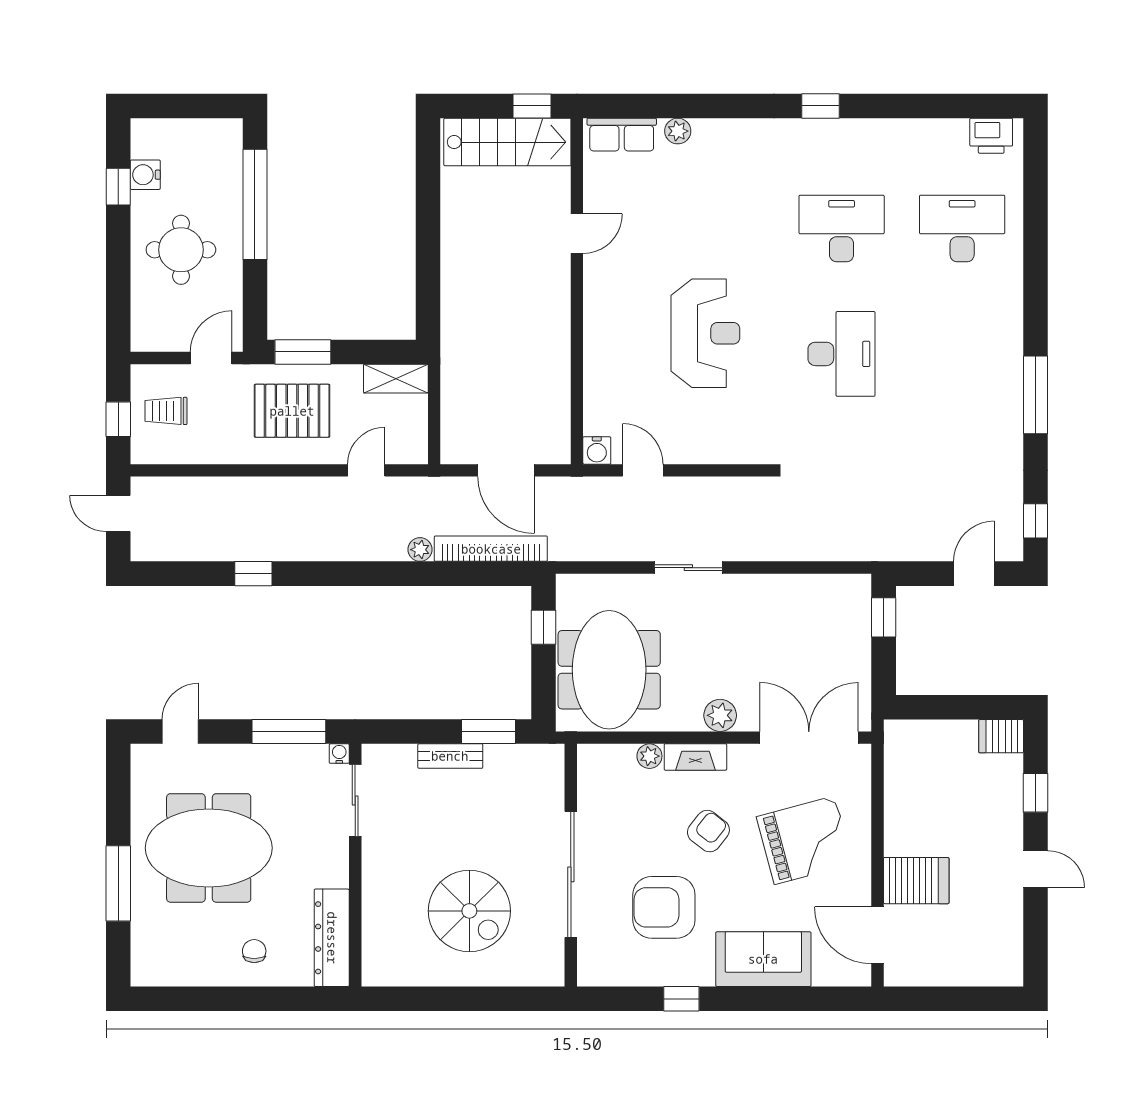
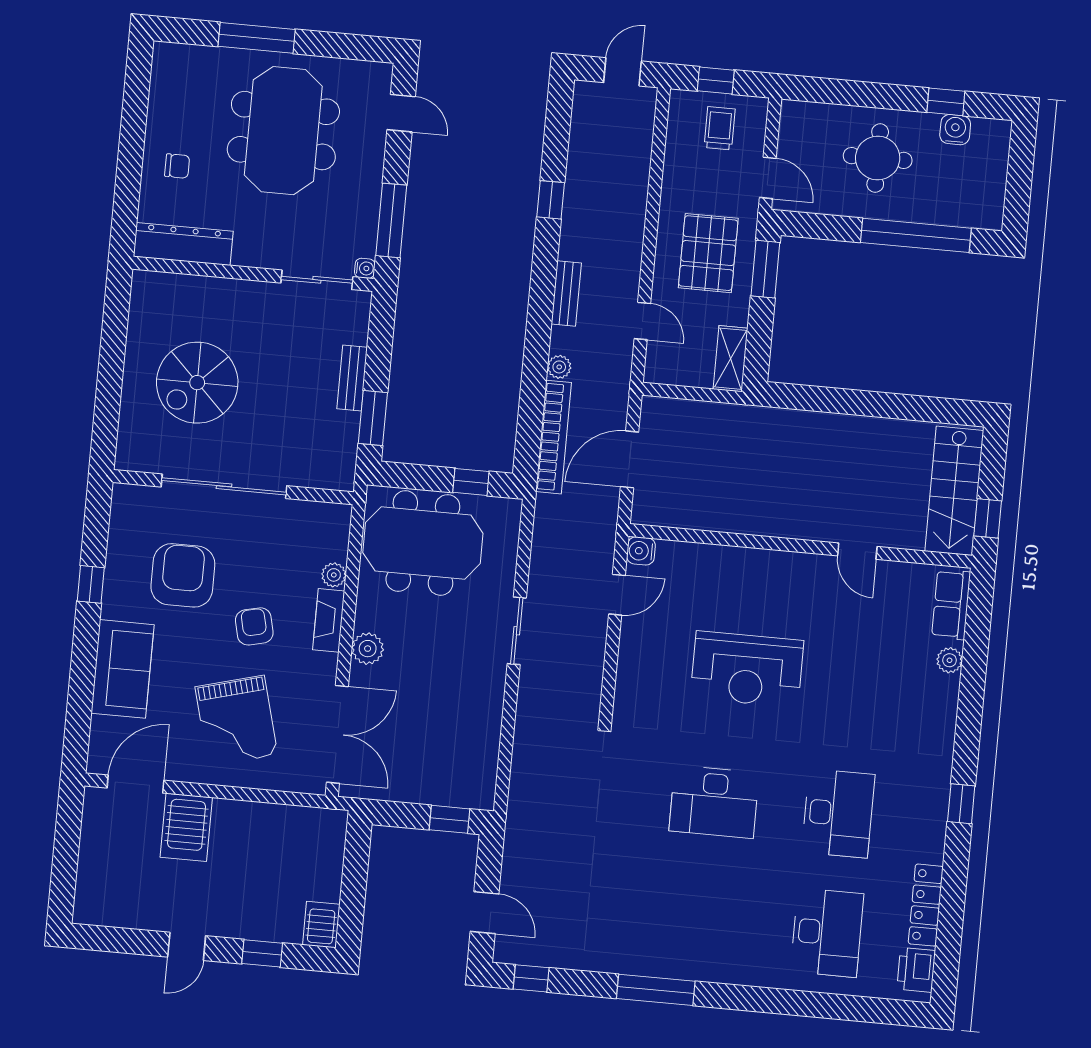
locker: (925, 132) -> (926, 905), added
bench: (346, 549) -> (566, 293), added
armchair: (708, 831) -> (254, 626), turned -141

